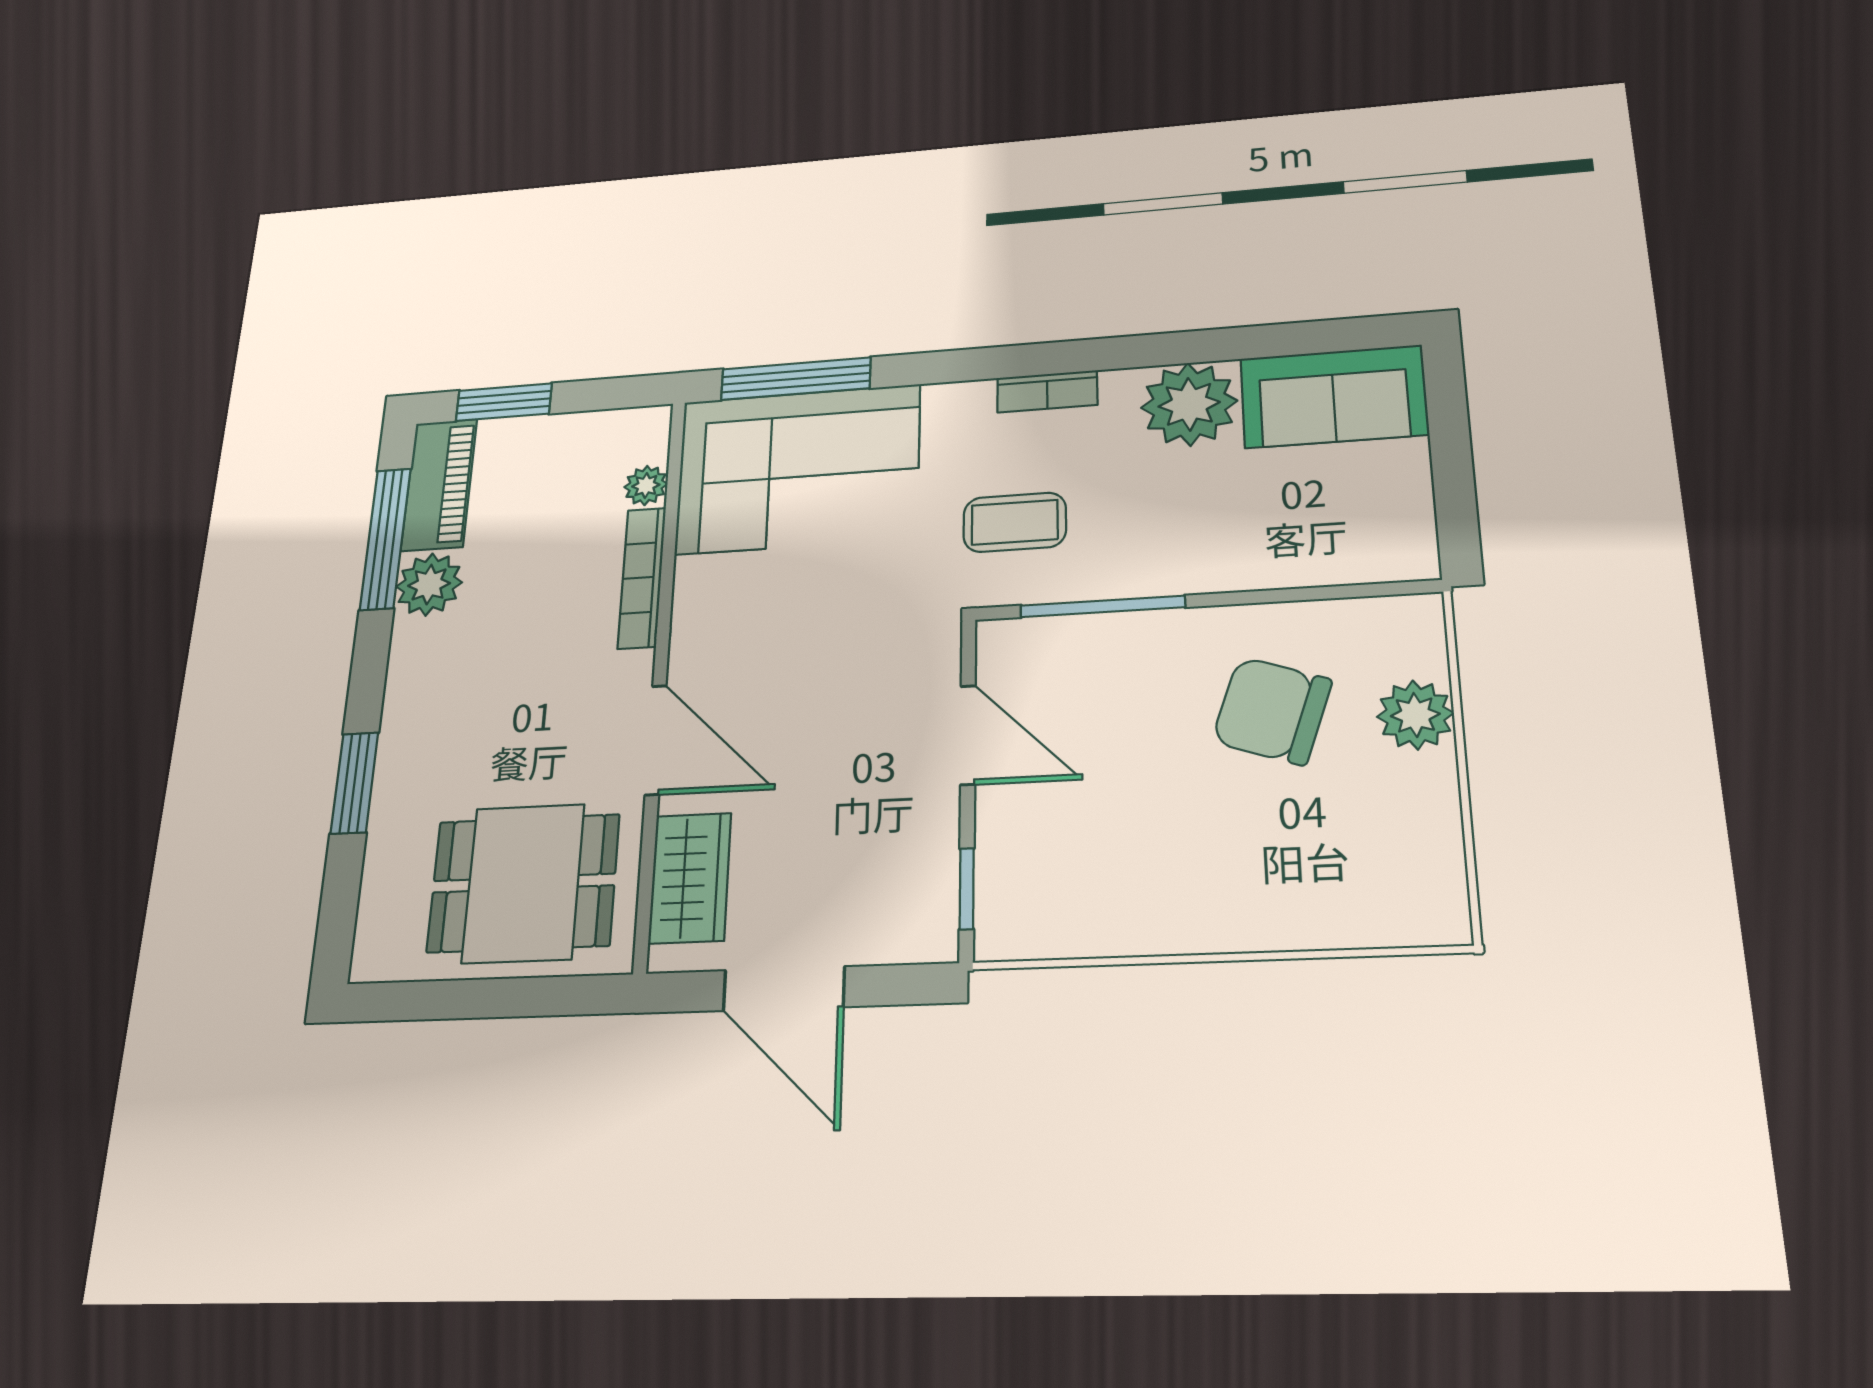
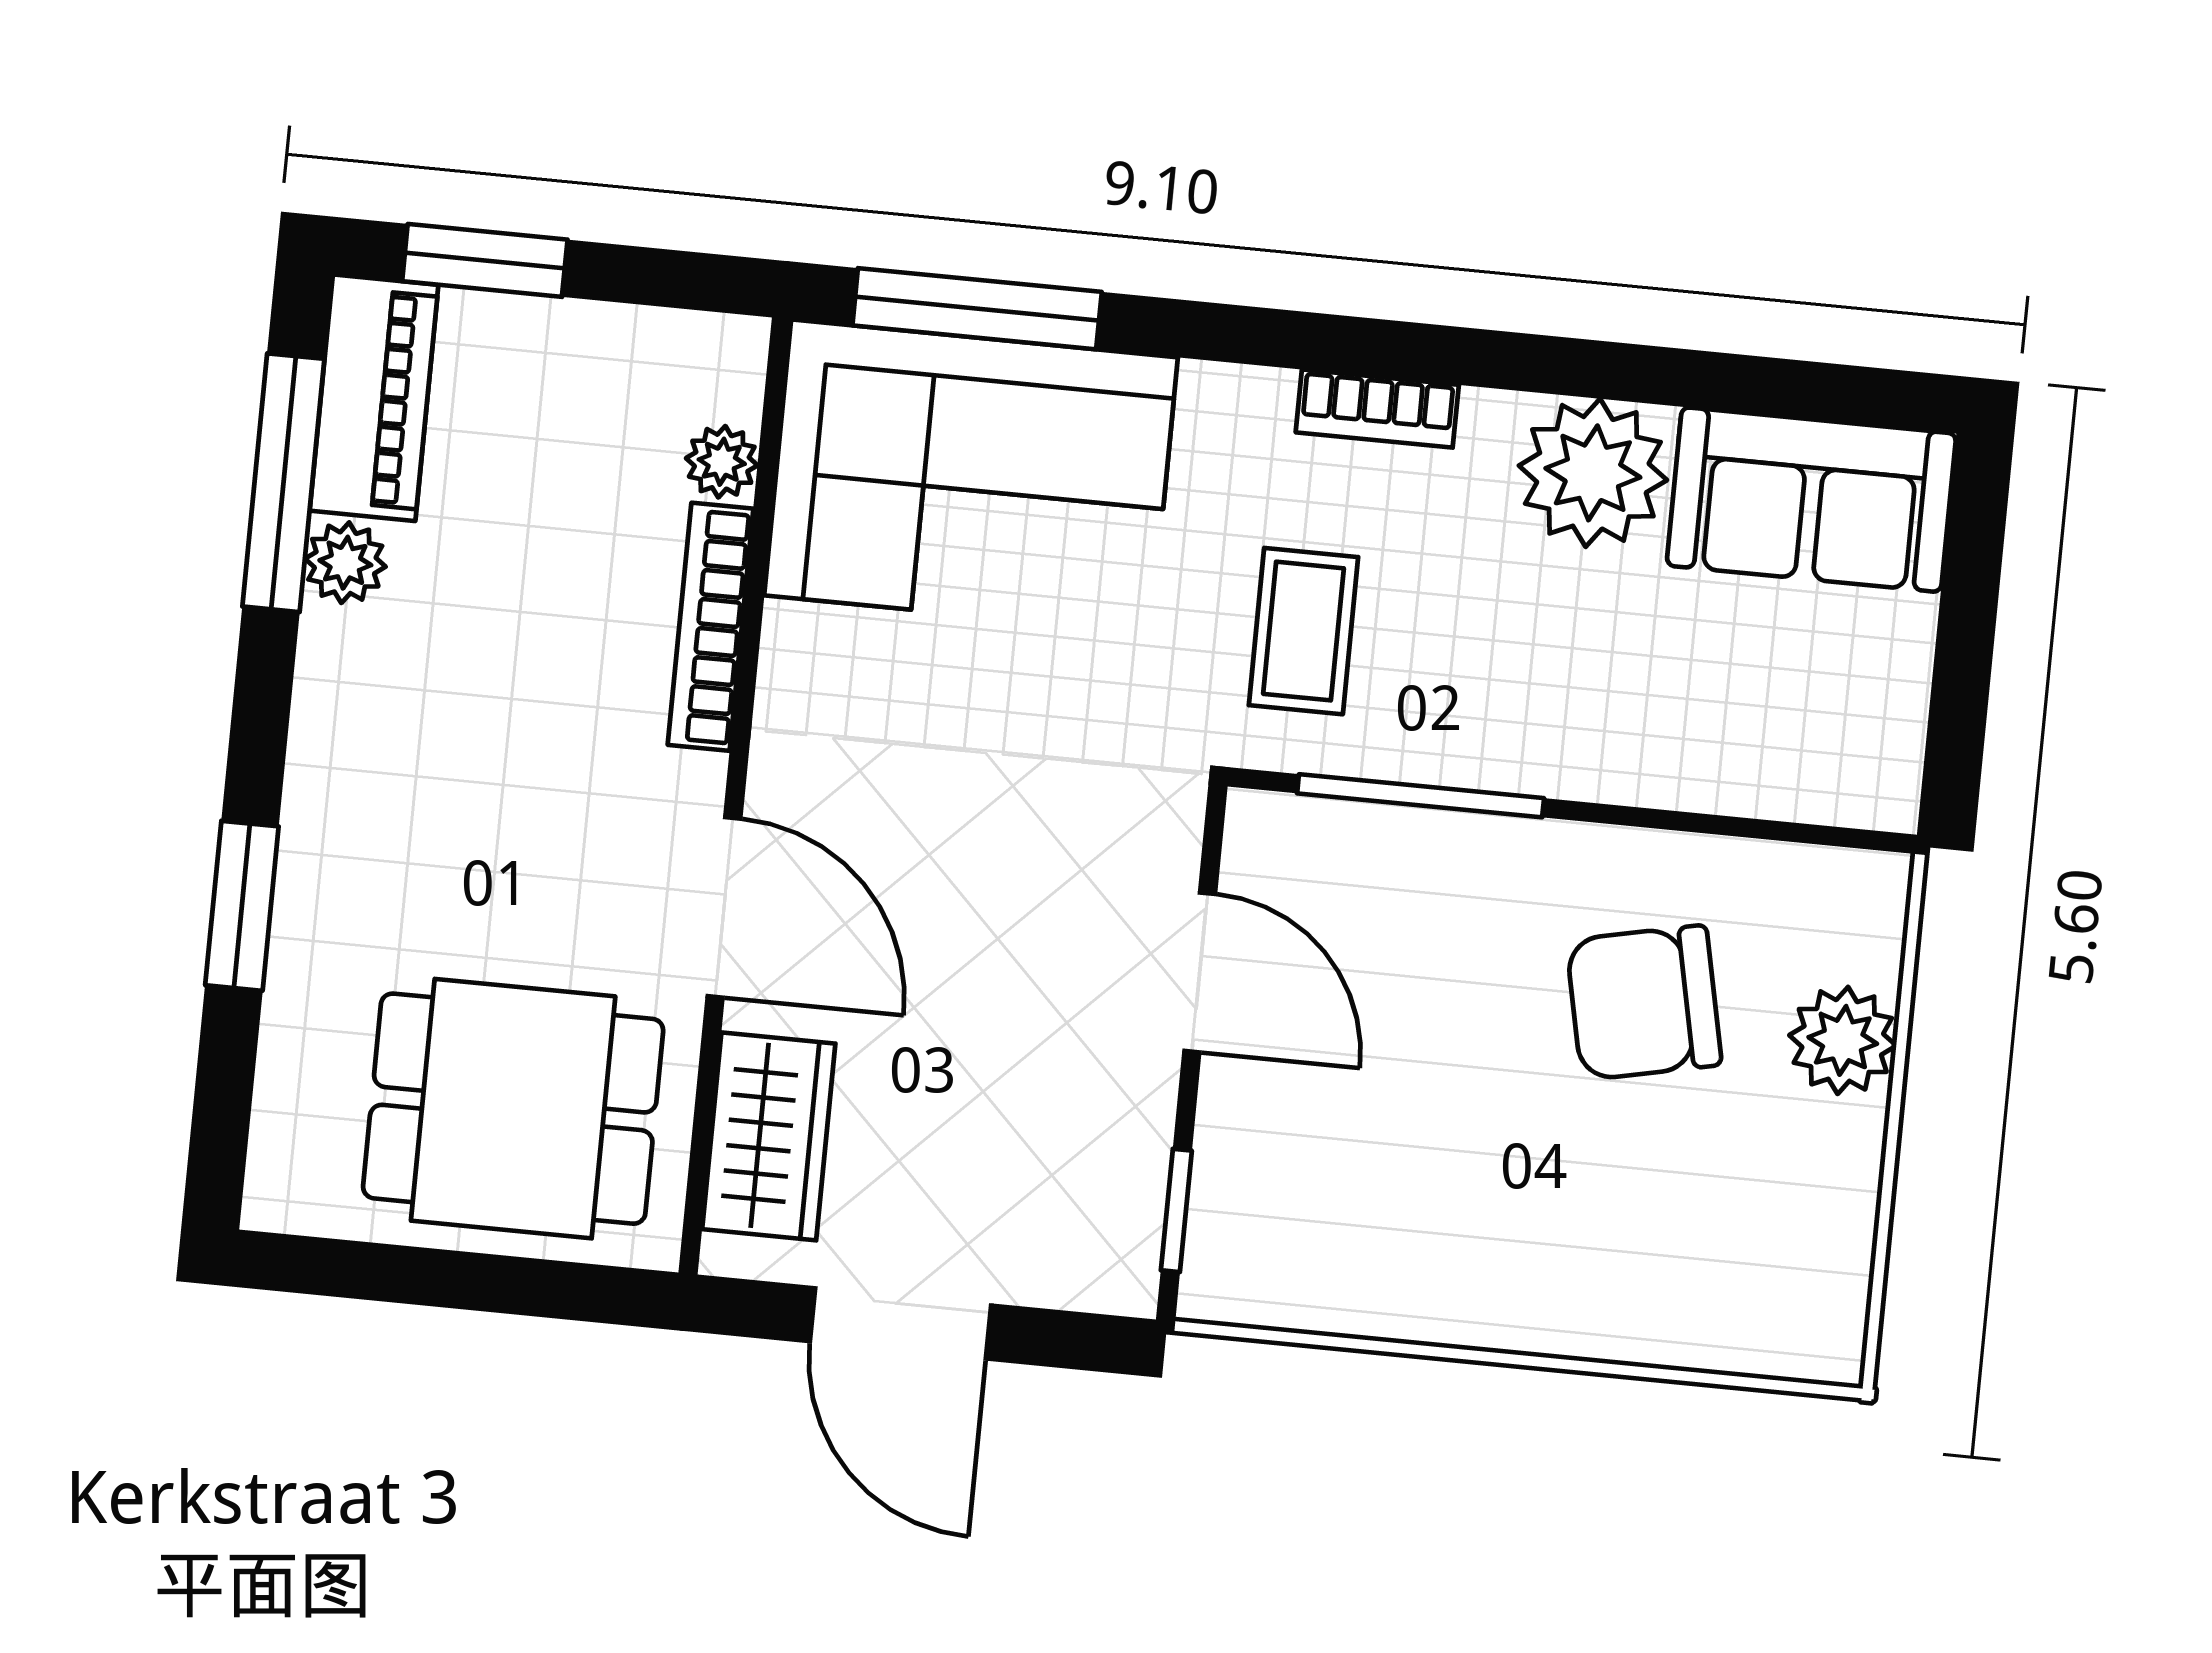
coffee table: (1015, 522) -> (1303, 631), turned 90
plant: (429, 584) -> (345, 563), width x0.73, depth x0.73
chair: (1272, 711) -> (1644, 1003), turned -31

